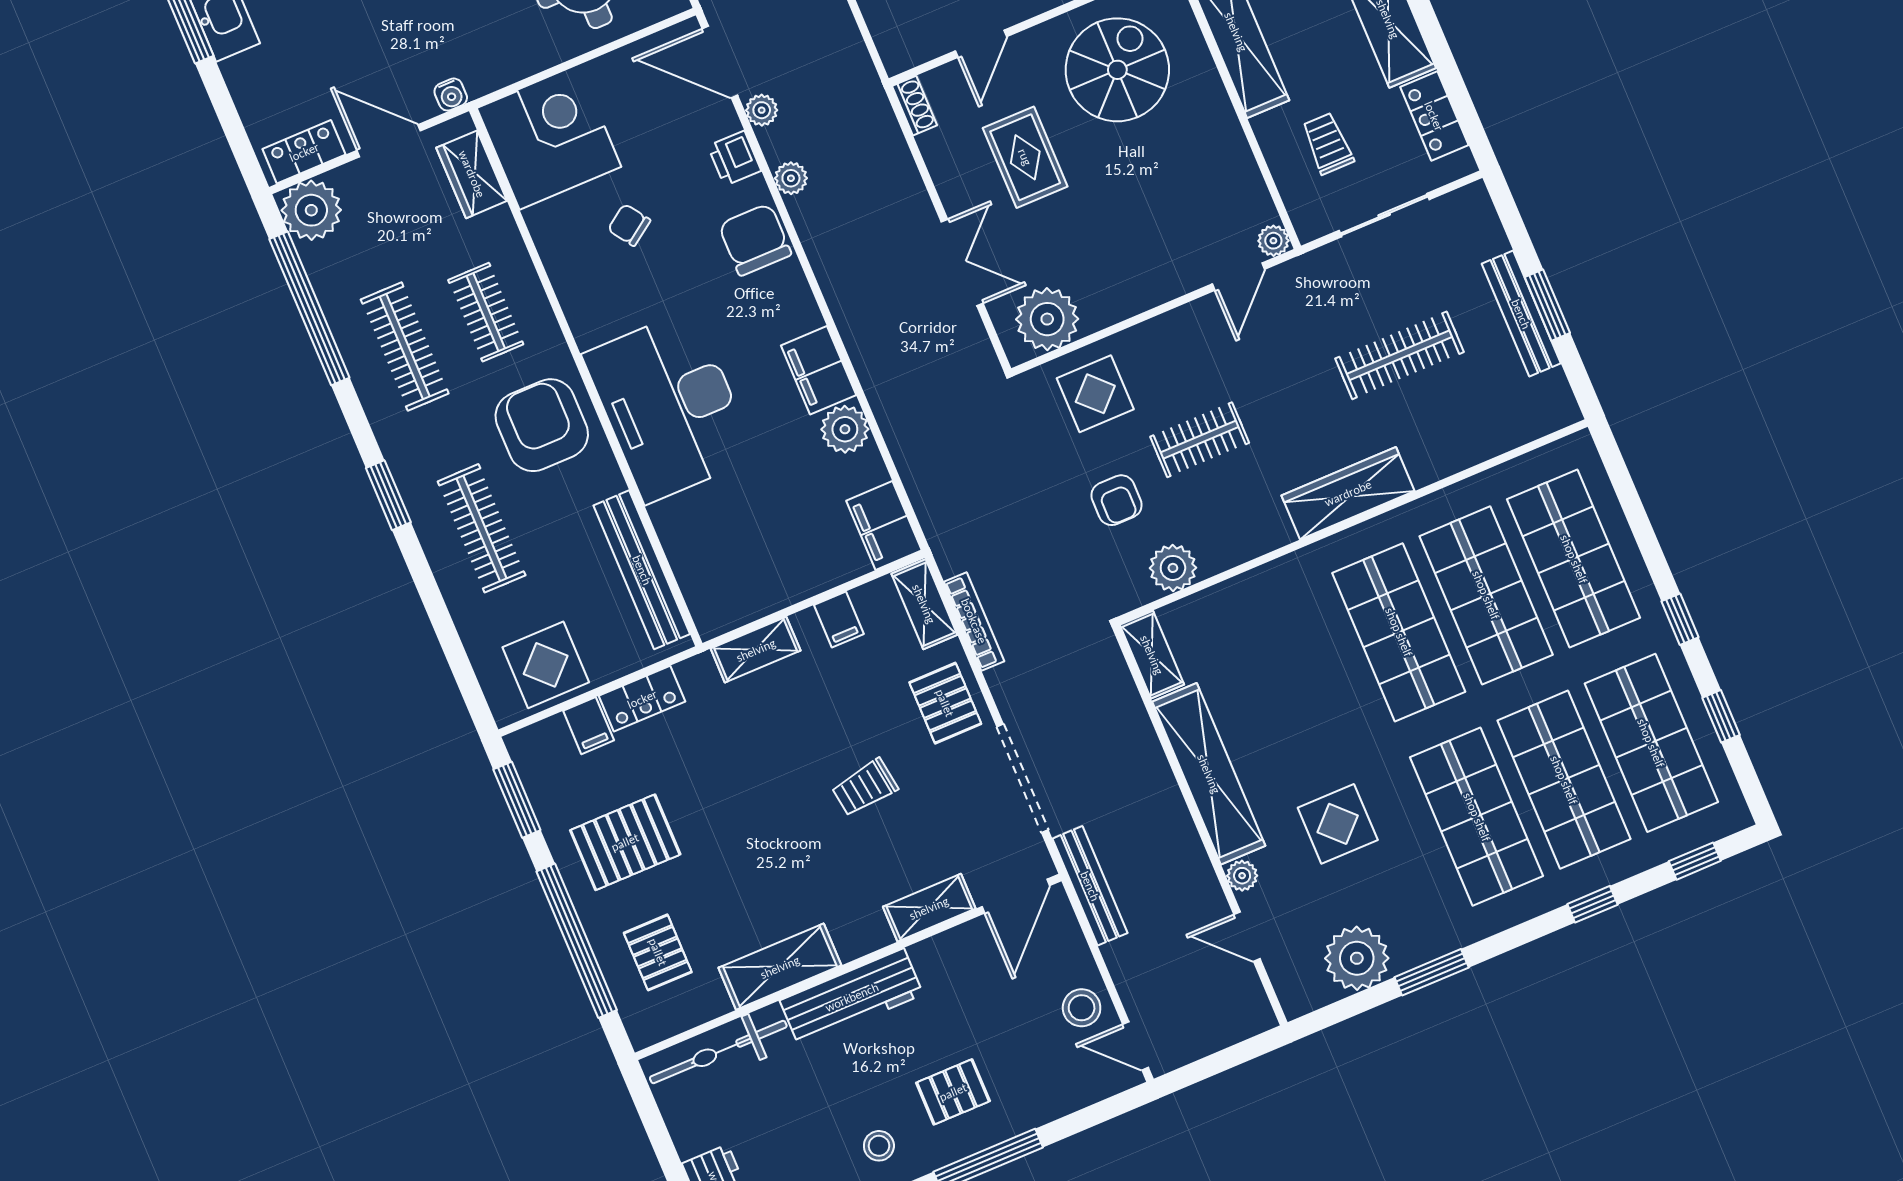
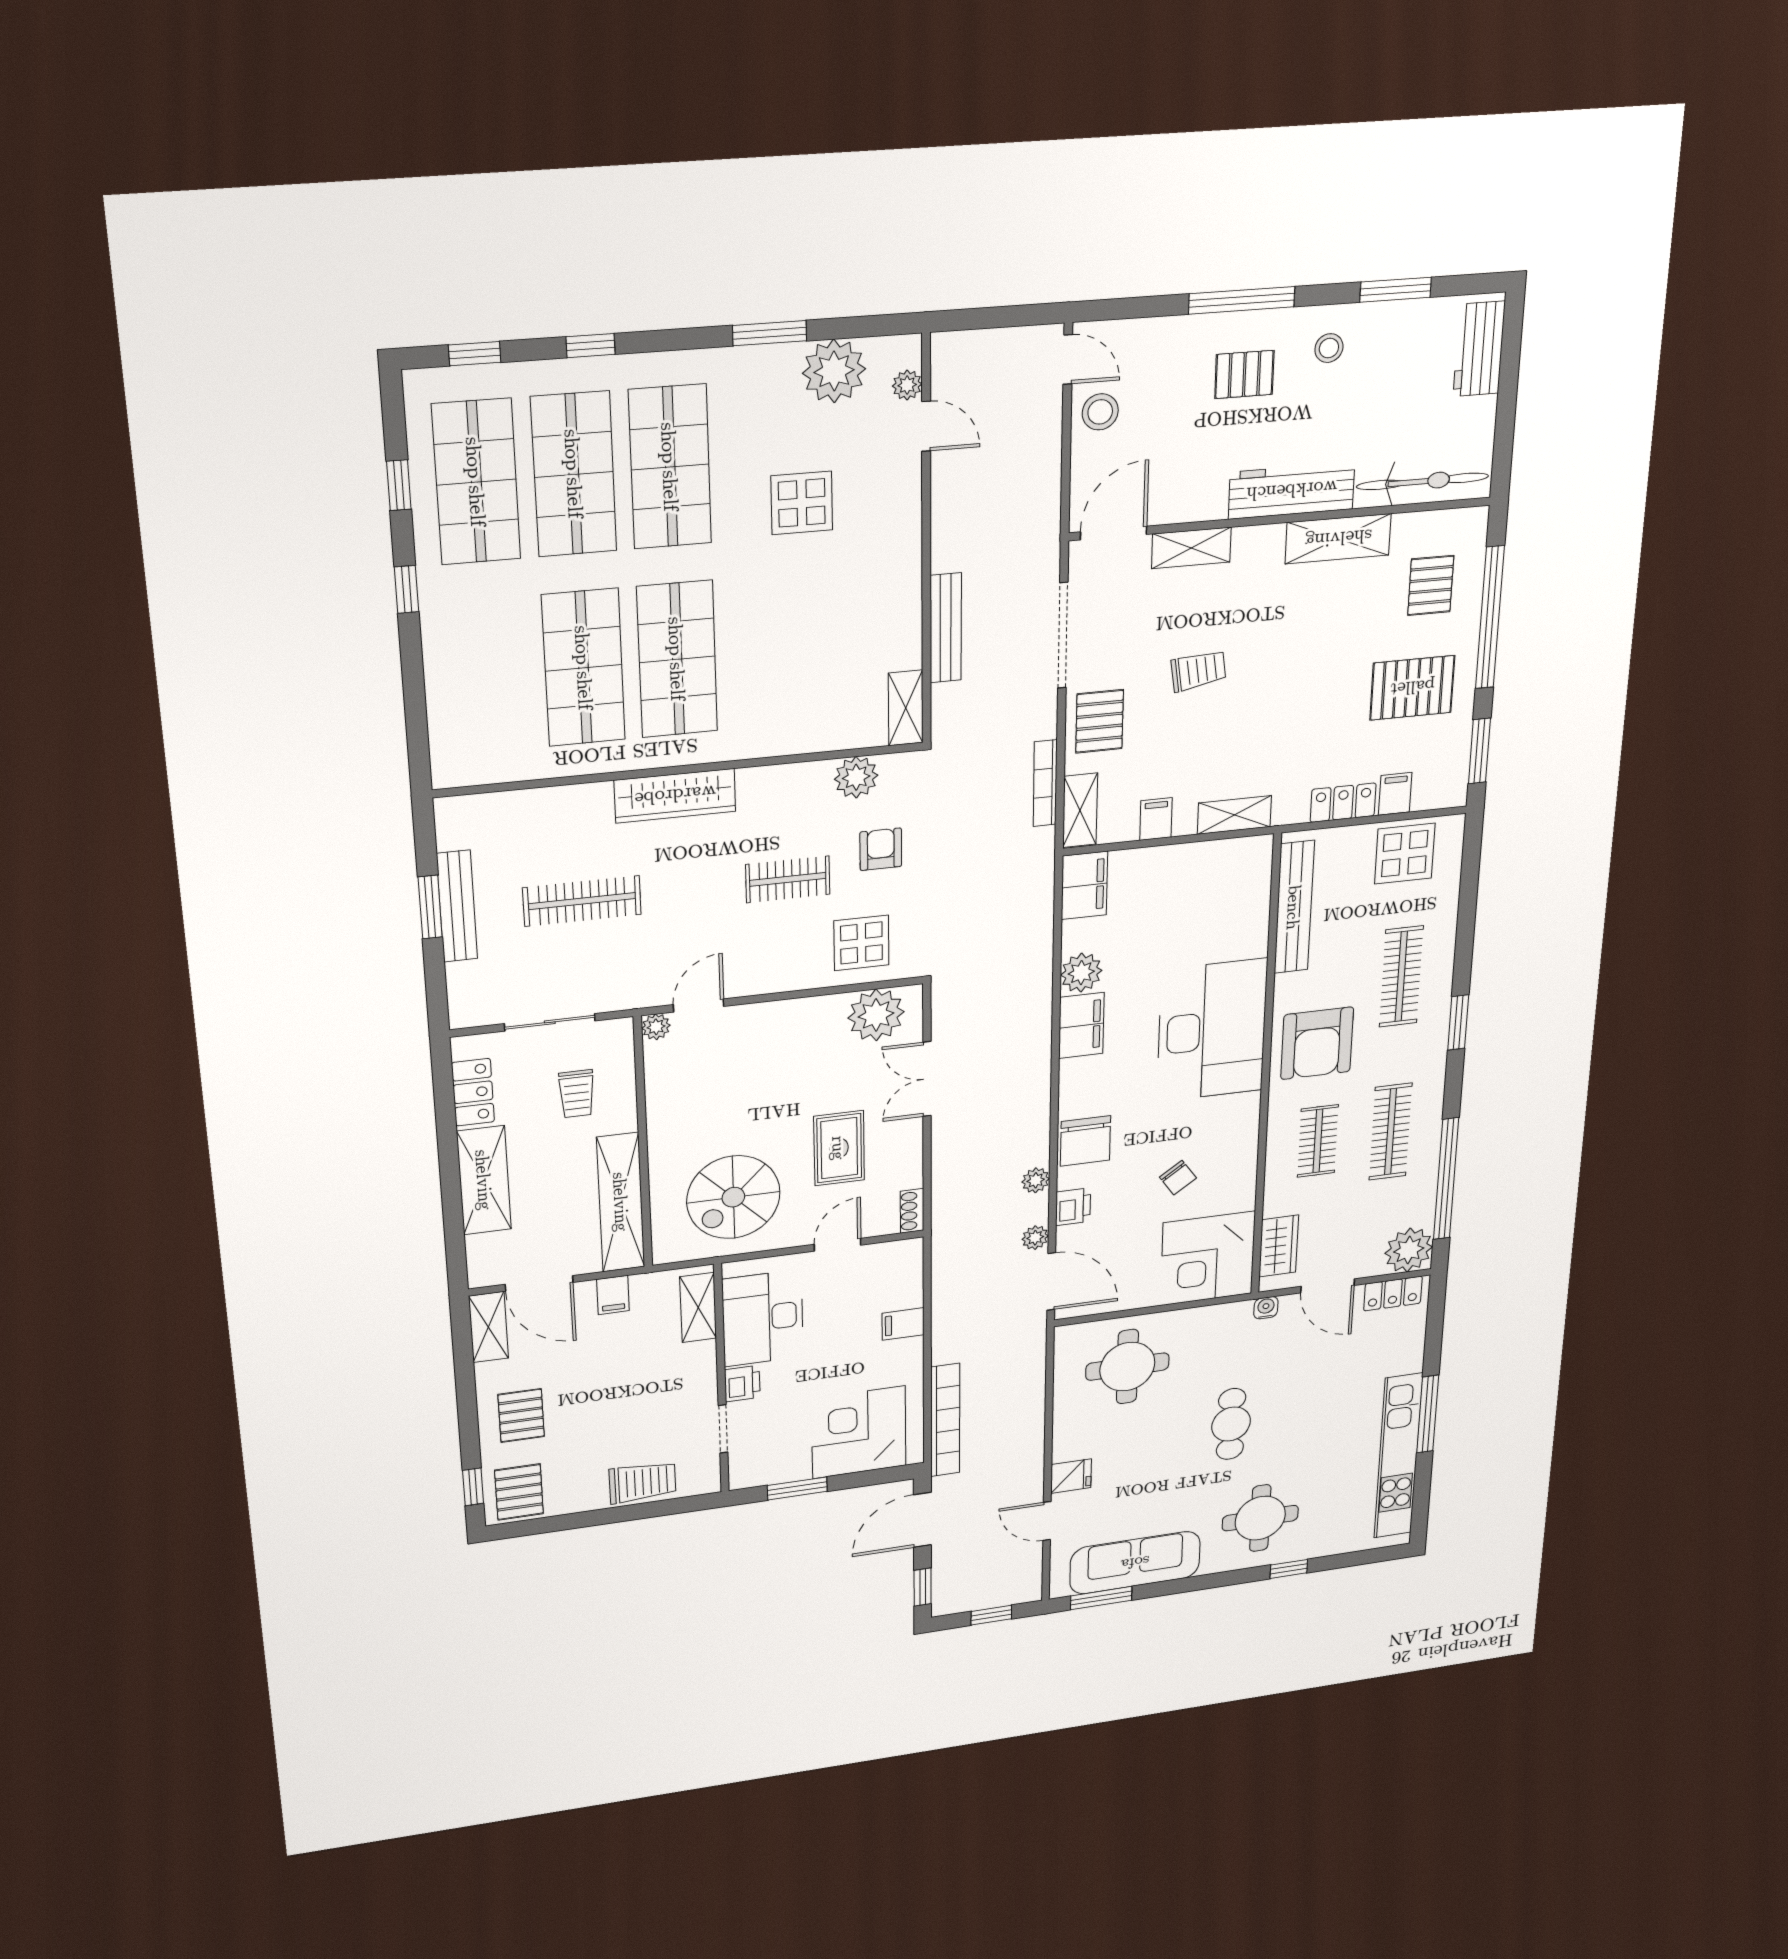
shop shelf: (1574, 559) -> (489, 676), removed
shelving: (1209, 774) -> (899, 587), removed
plant: (1242, 876) -> (907, 385), moved
bench: (1090, 886) -> (946, 628), moved

